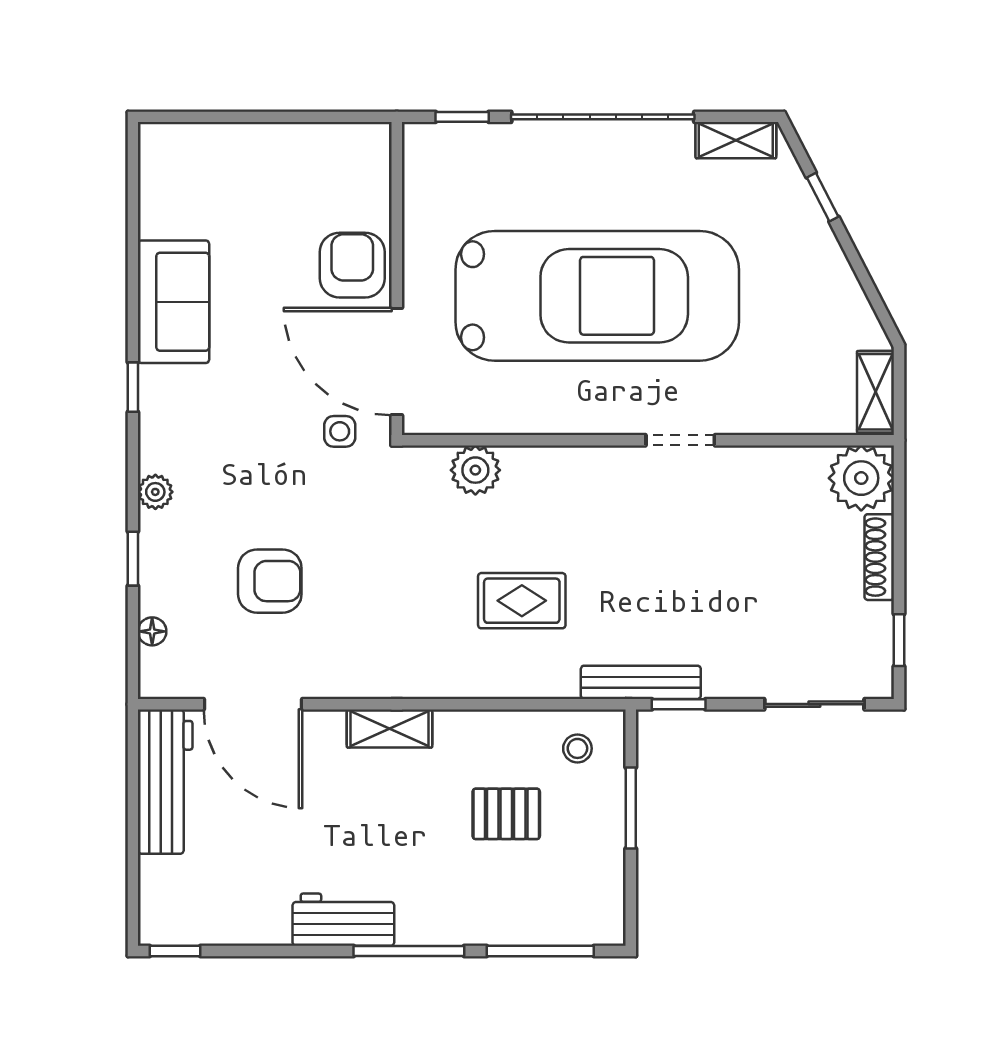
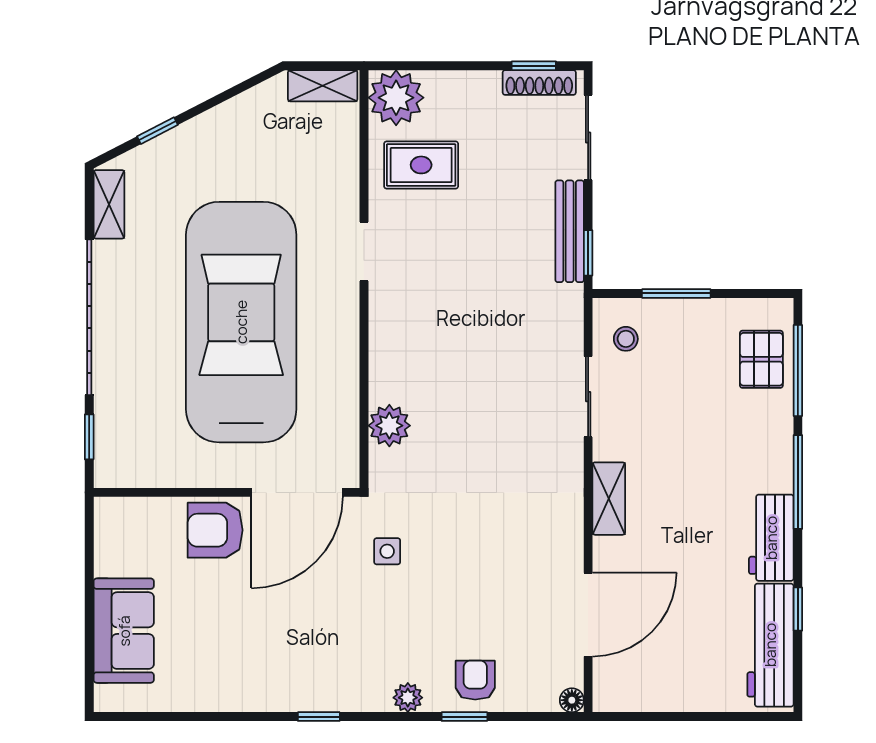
sofa: (174, 302) -> (124, 631), moved, turned 90
side table: (340, 431) -> (387, 551), moved
shoe rack: (879, 557) -> (539, 82), moved
armchair: (270, 581) -> (475, 680), moved, width x0.72, depth x0.72
rug: (522, 601) -> (421, 165), moved, turned 90
floor lamp: (152, 631) -> (572, 700), moved
bench: (641, 682) -> (570, 231), moved
sliding door: (509, 704) -> (588, 397), added
workbench: (165, 782) -> (770, 645), moved, turned -90
pallet: (506, 814) -> (761, 359), moved
window: (175, 951) -> (798, 609), moved

